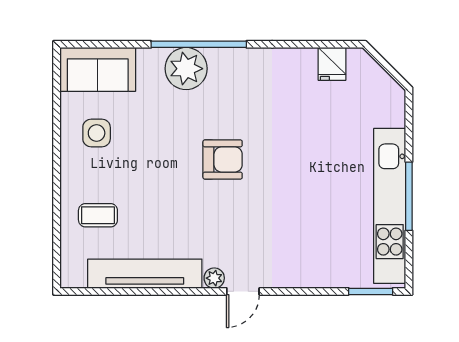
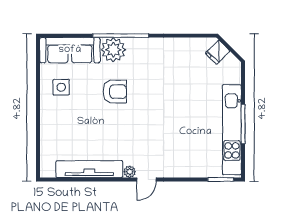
fridge: (332, 64) -> (218, 52), moved, turned 45
sofa: (98, 69) -> (70, 50), width x1.36
armchair: (223, 159) -> (115, 92), moved
coffee table: (98, 215) -> (62, 135), removed

